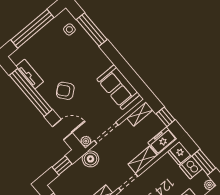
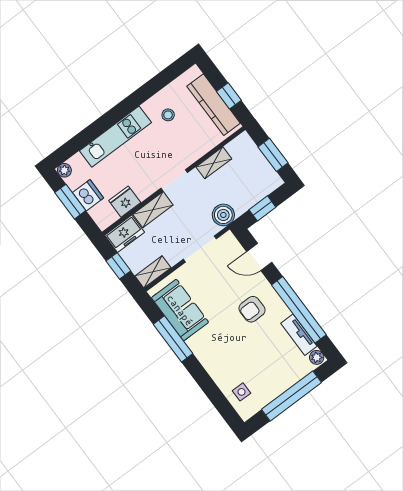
window: (92, 29) -> (173, 339), moved
armchair: (65, 91) -> (252, 309), turned 129
plant: (86, 141) -> (317, 357), moved
fridge: (179, 153) -> (125, 202), moved, turned -90

